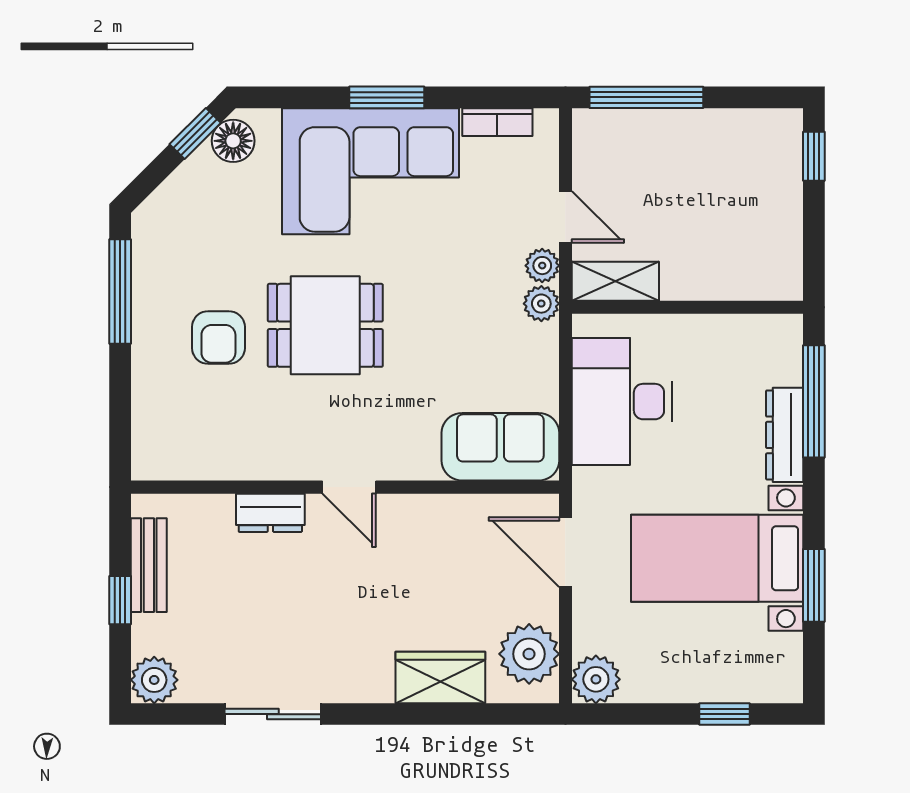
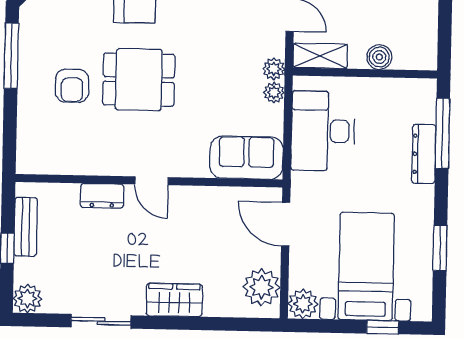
plant: (542, 266) -> (274, 93), moved
boiler: (710, 281) -> (379, 57), added
bed with nightstands: (717, 558) -> (366, 267), moved, turned 90
wardrobe: (440, 677) -> (174, 300), moved

